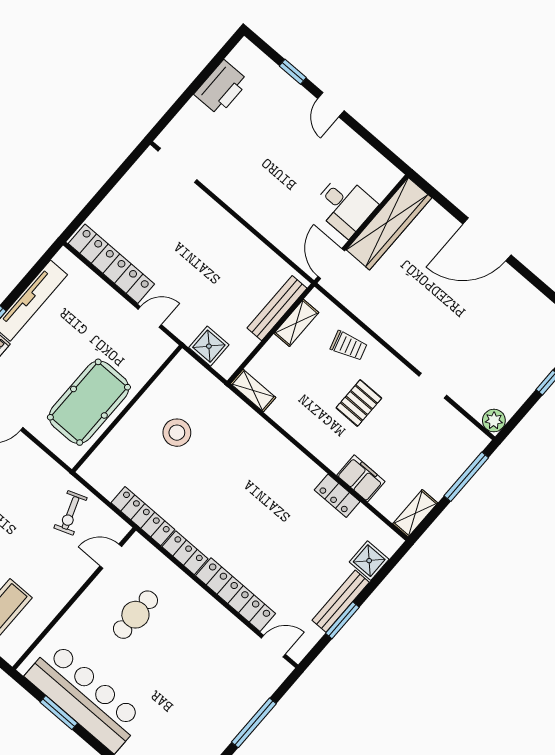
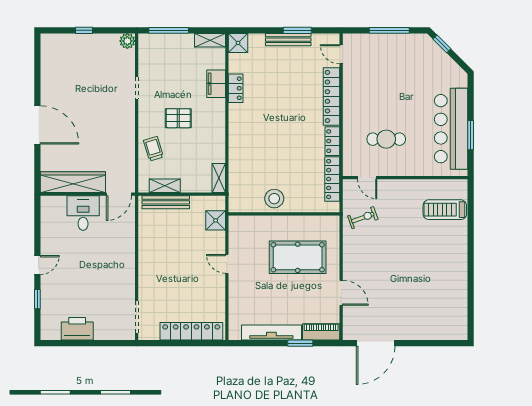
locker: (111, 264) -> (191, 331), moved, turned 90
wall: (127, 409) -> (284, 214), moved
shower: (369, 561) -> (238, 43), moved

